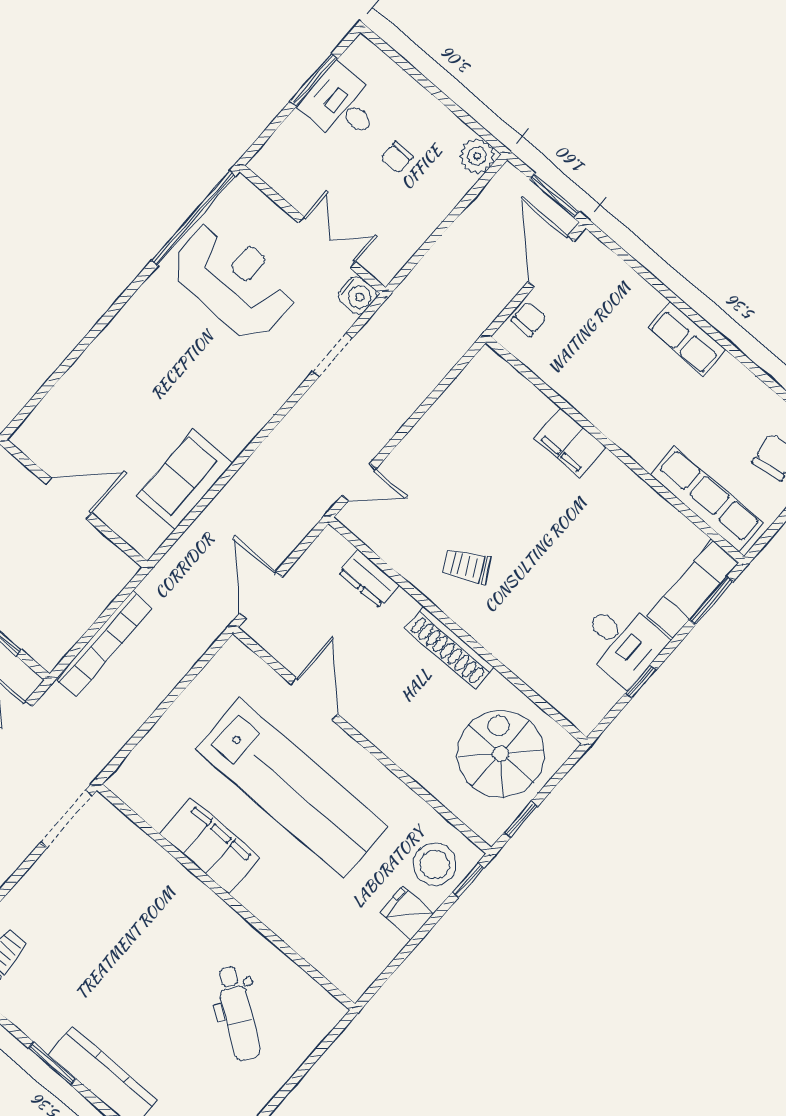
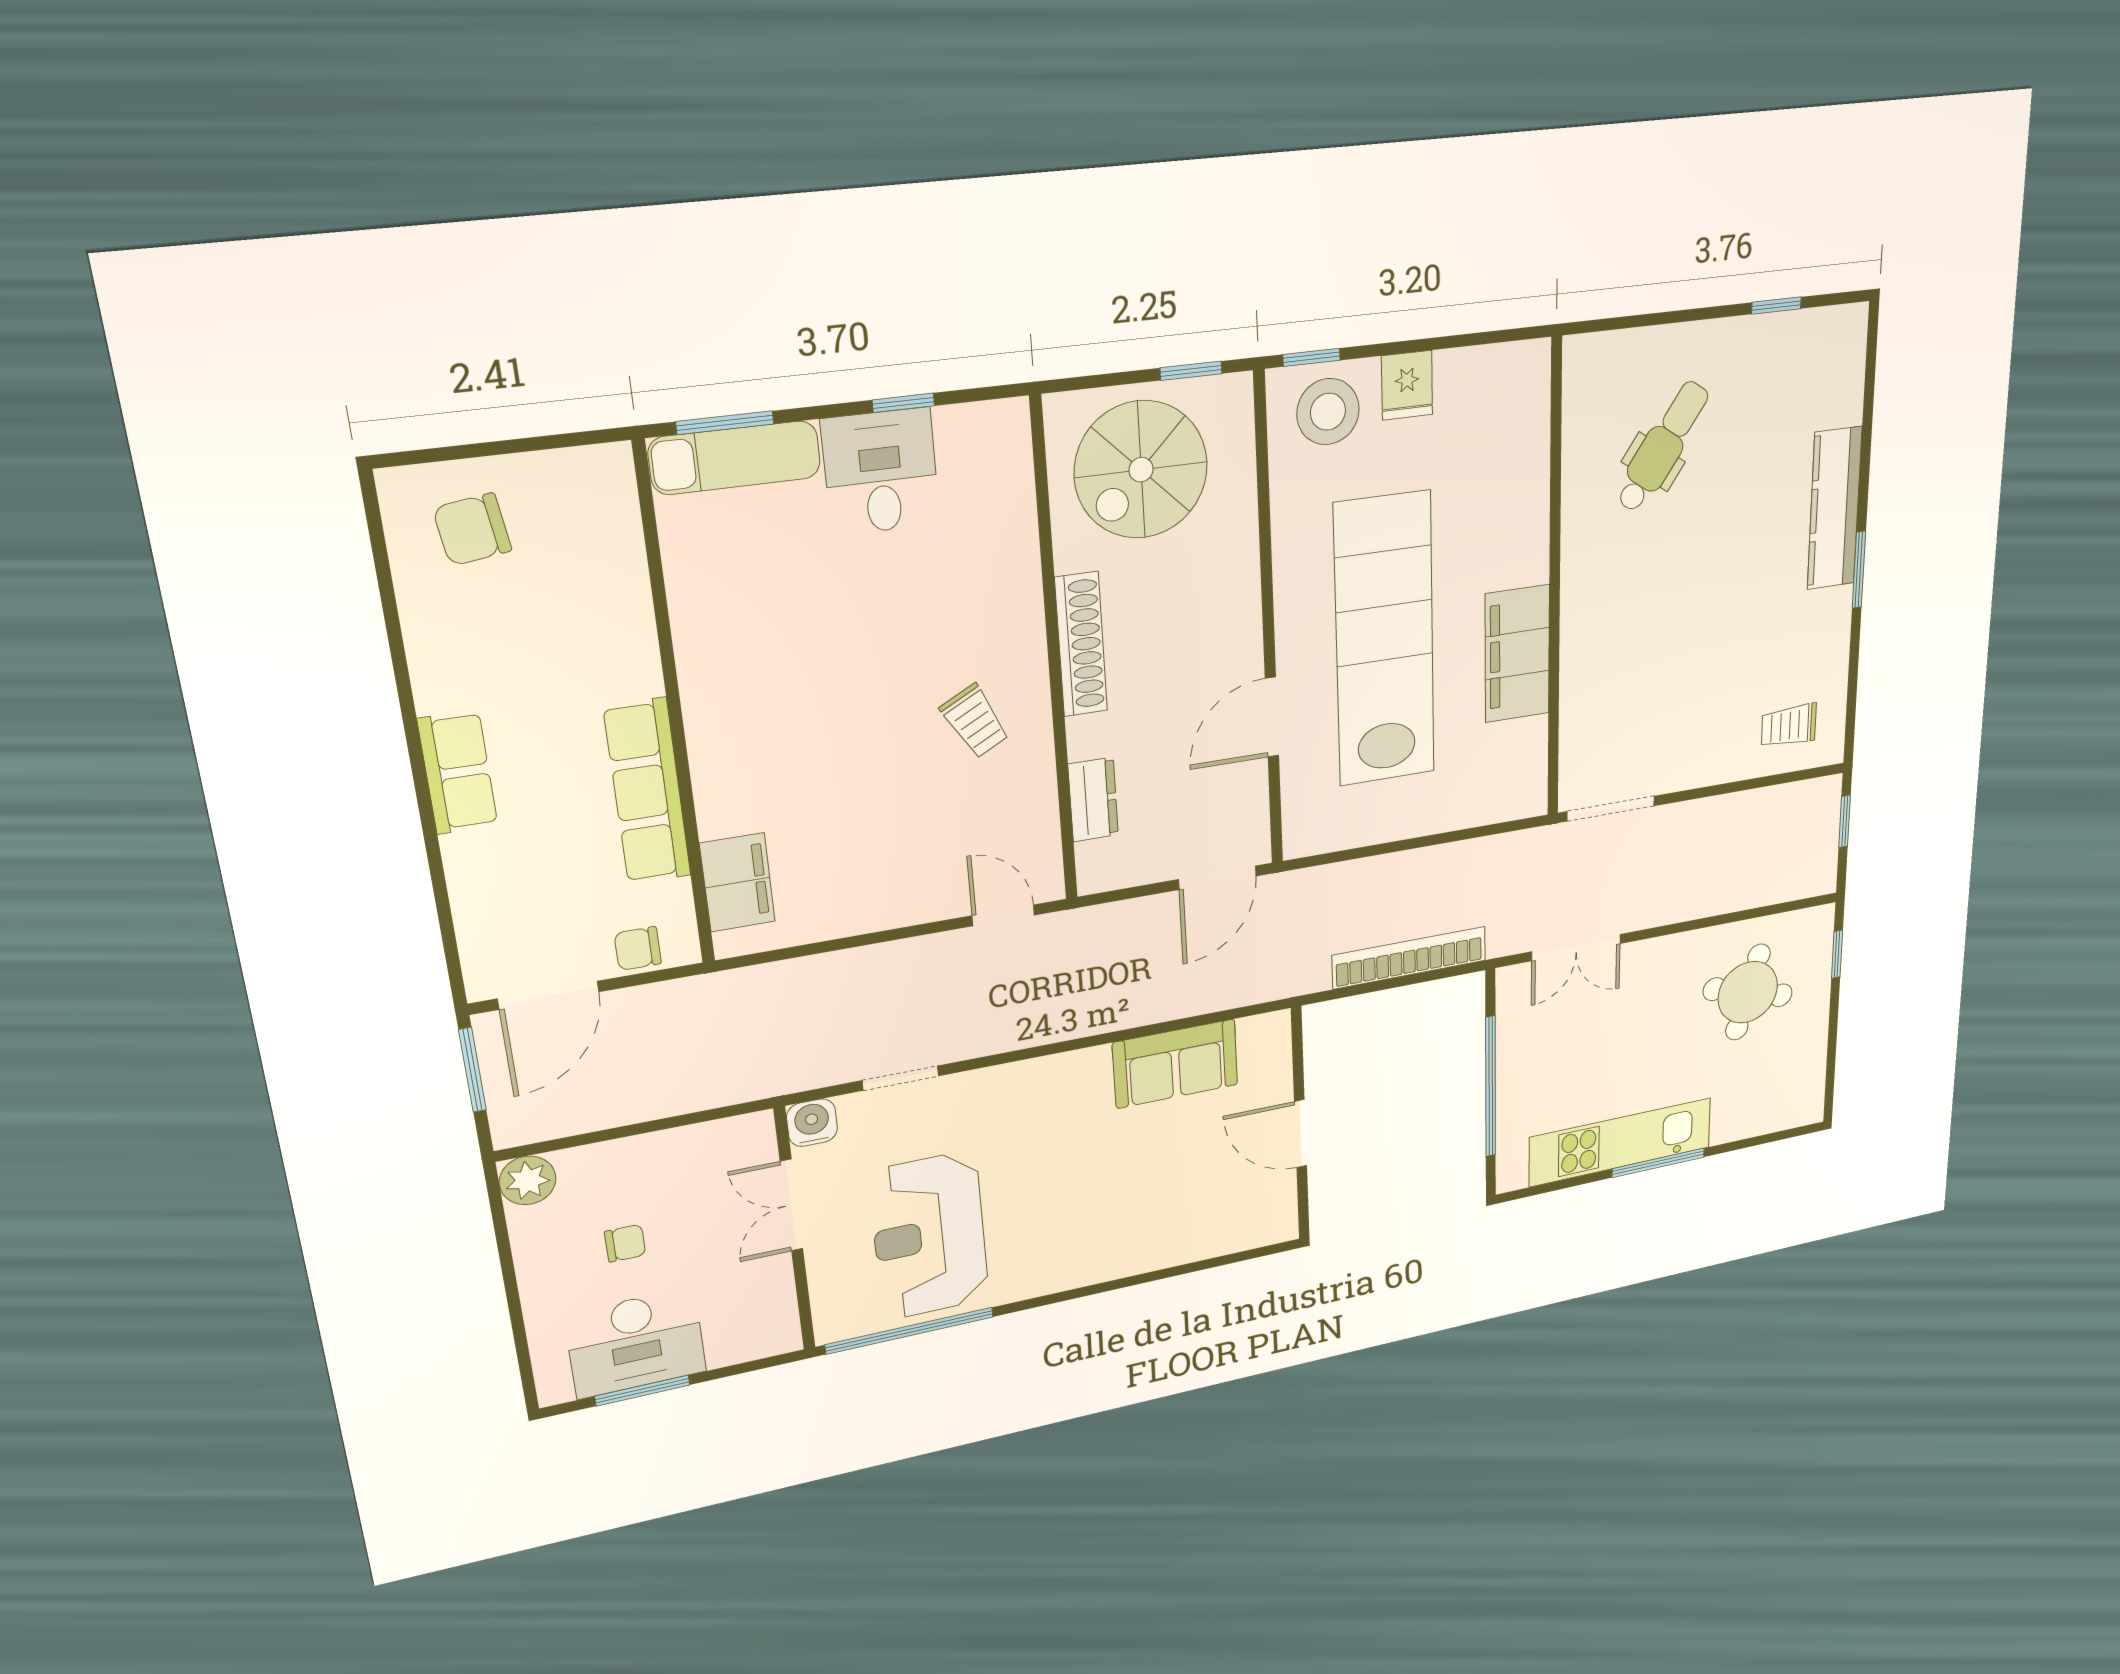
desk: (342, 105) -> (636, 1343), width x1.37
filing cabinet: (570, 443) -> (737, 882), moved
row of seats: (707, 499) -> (647, 792), moved

